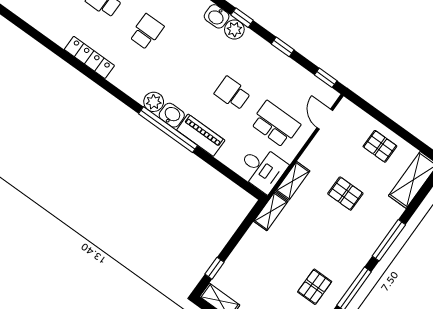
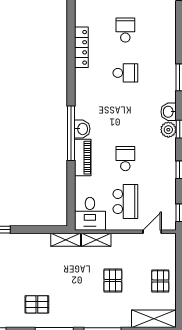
plant: (154, 102) -> (82, 111), removed

